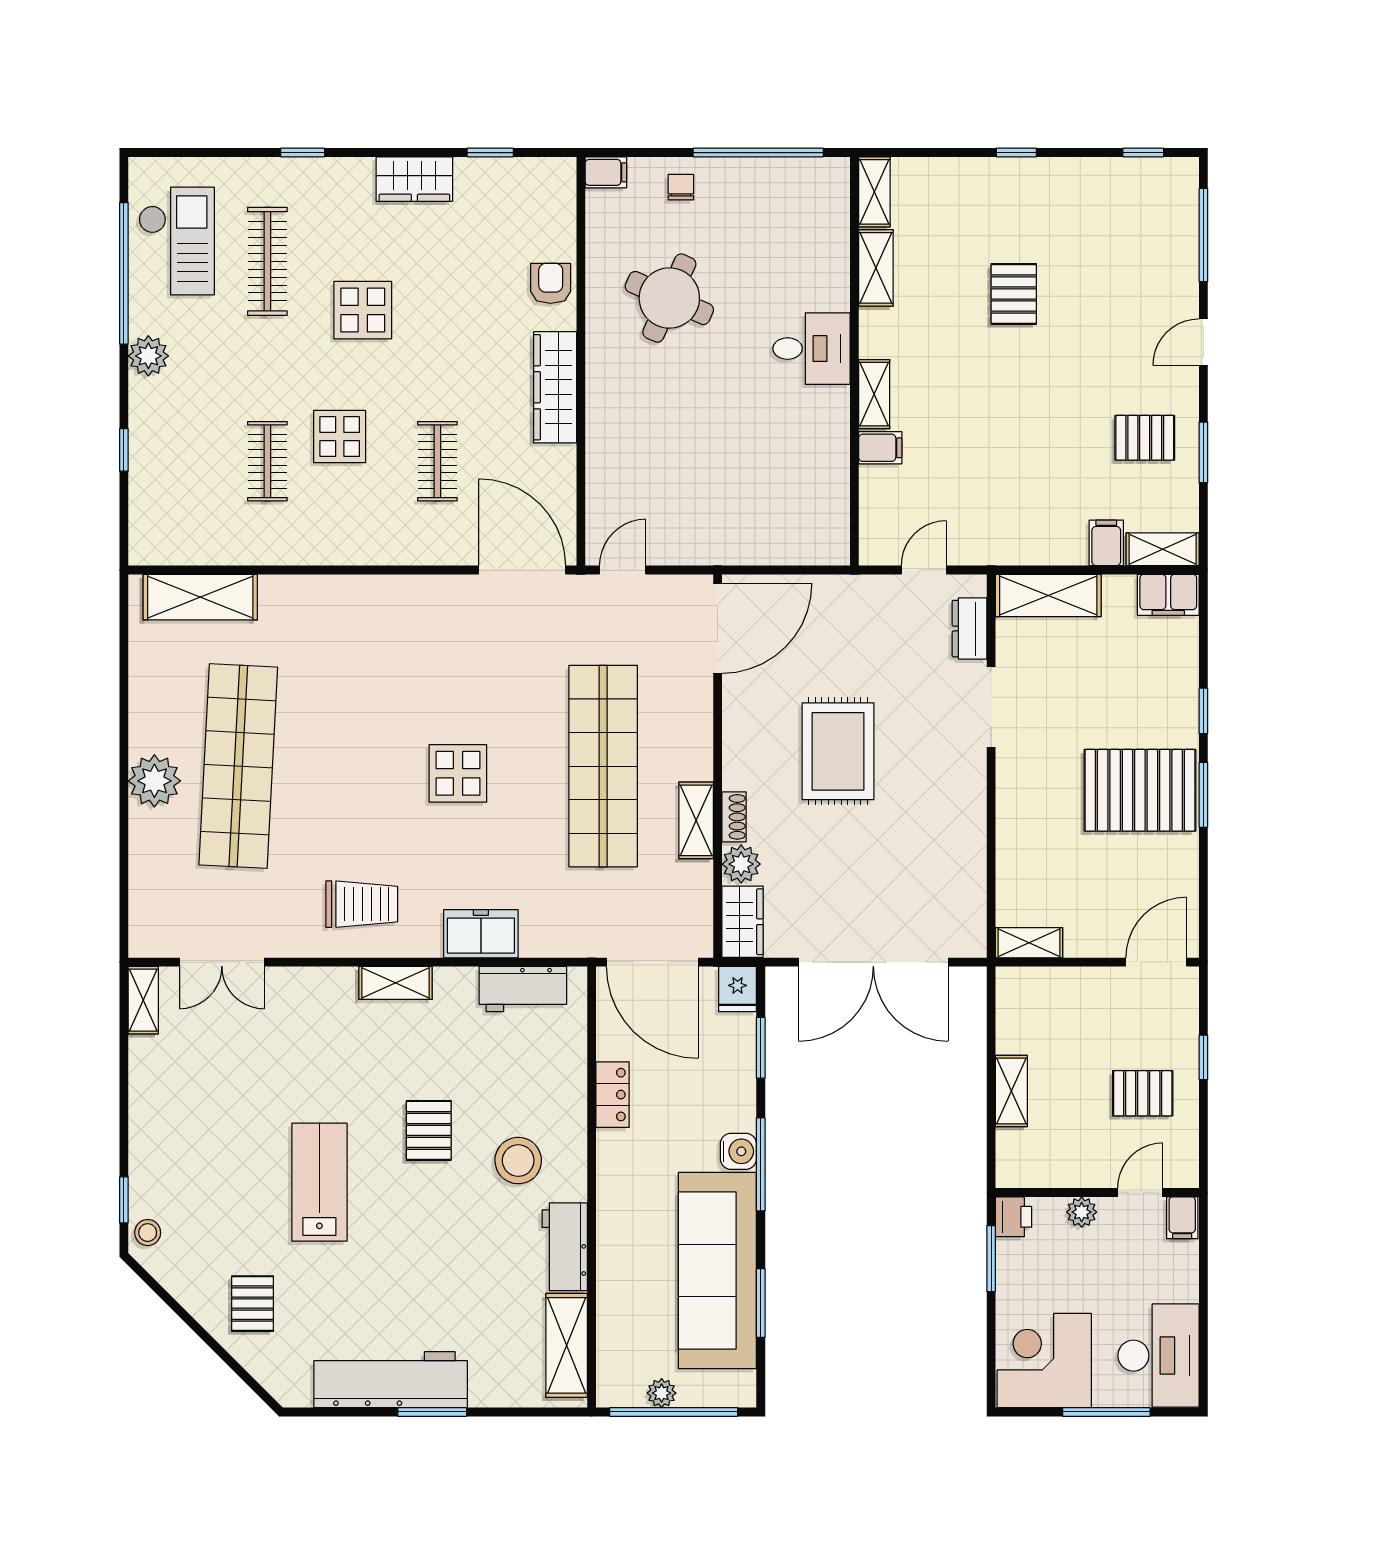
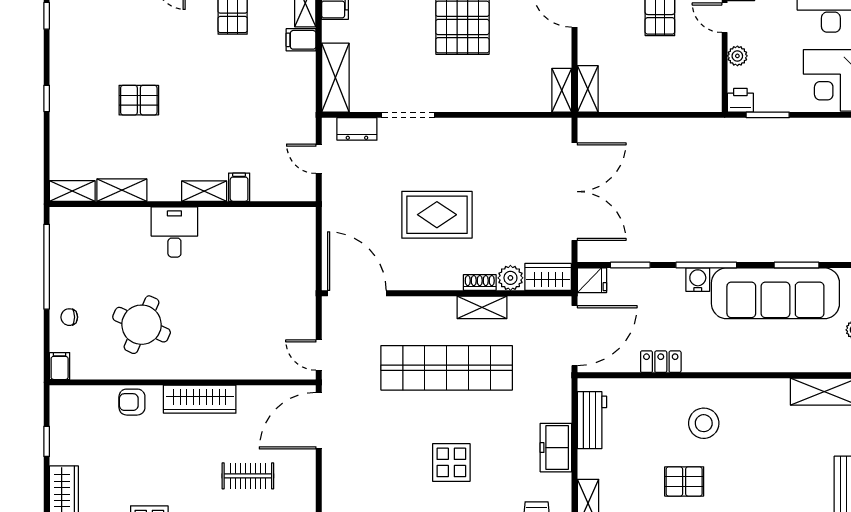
shelving: (1011, 1091) -> (588, 89), moved, turned 90
workbench: (565, 1247) -> (760, 393), removed

